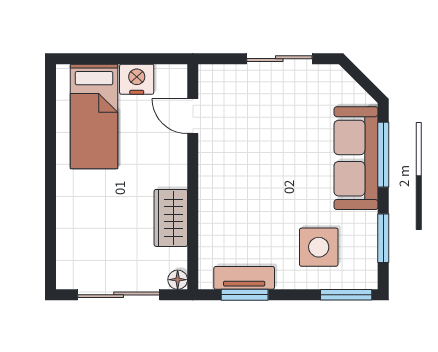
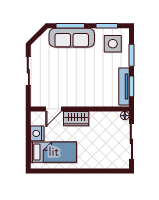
wardrobe: (171, 218) -> (76, 119), moved
side table: (319, 247) -> (113, 44), moved
tv unit: (244, 278) -> (124, 87), width x1.41
window: (346, 295) -> (131, 55), moved

